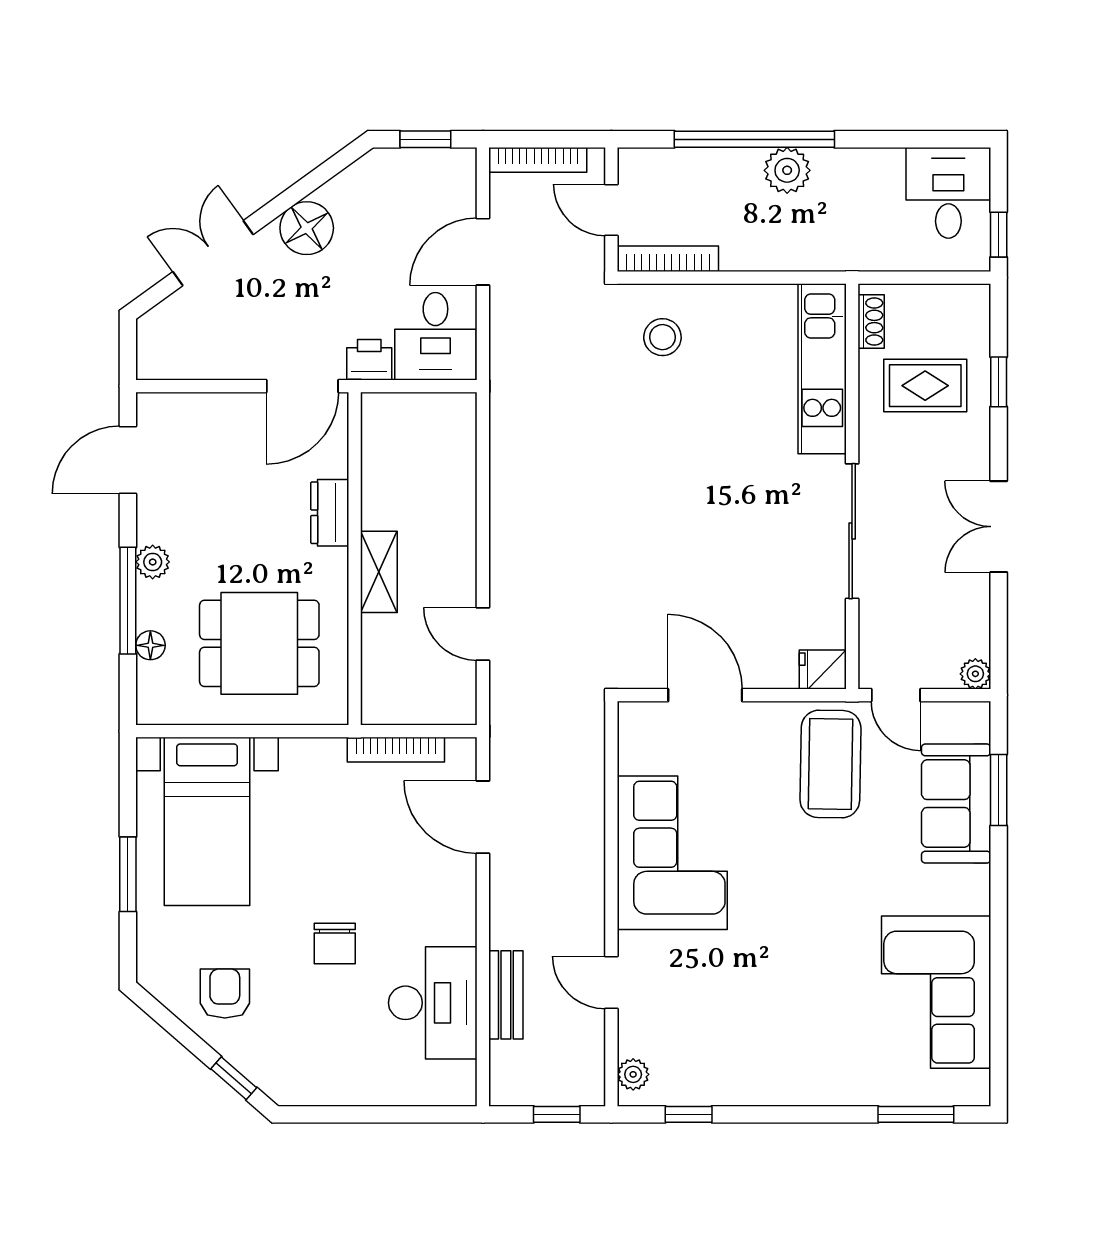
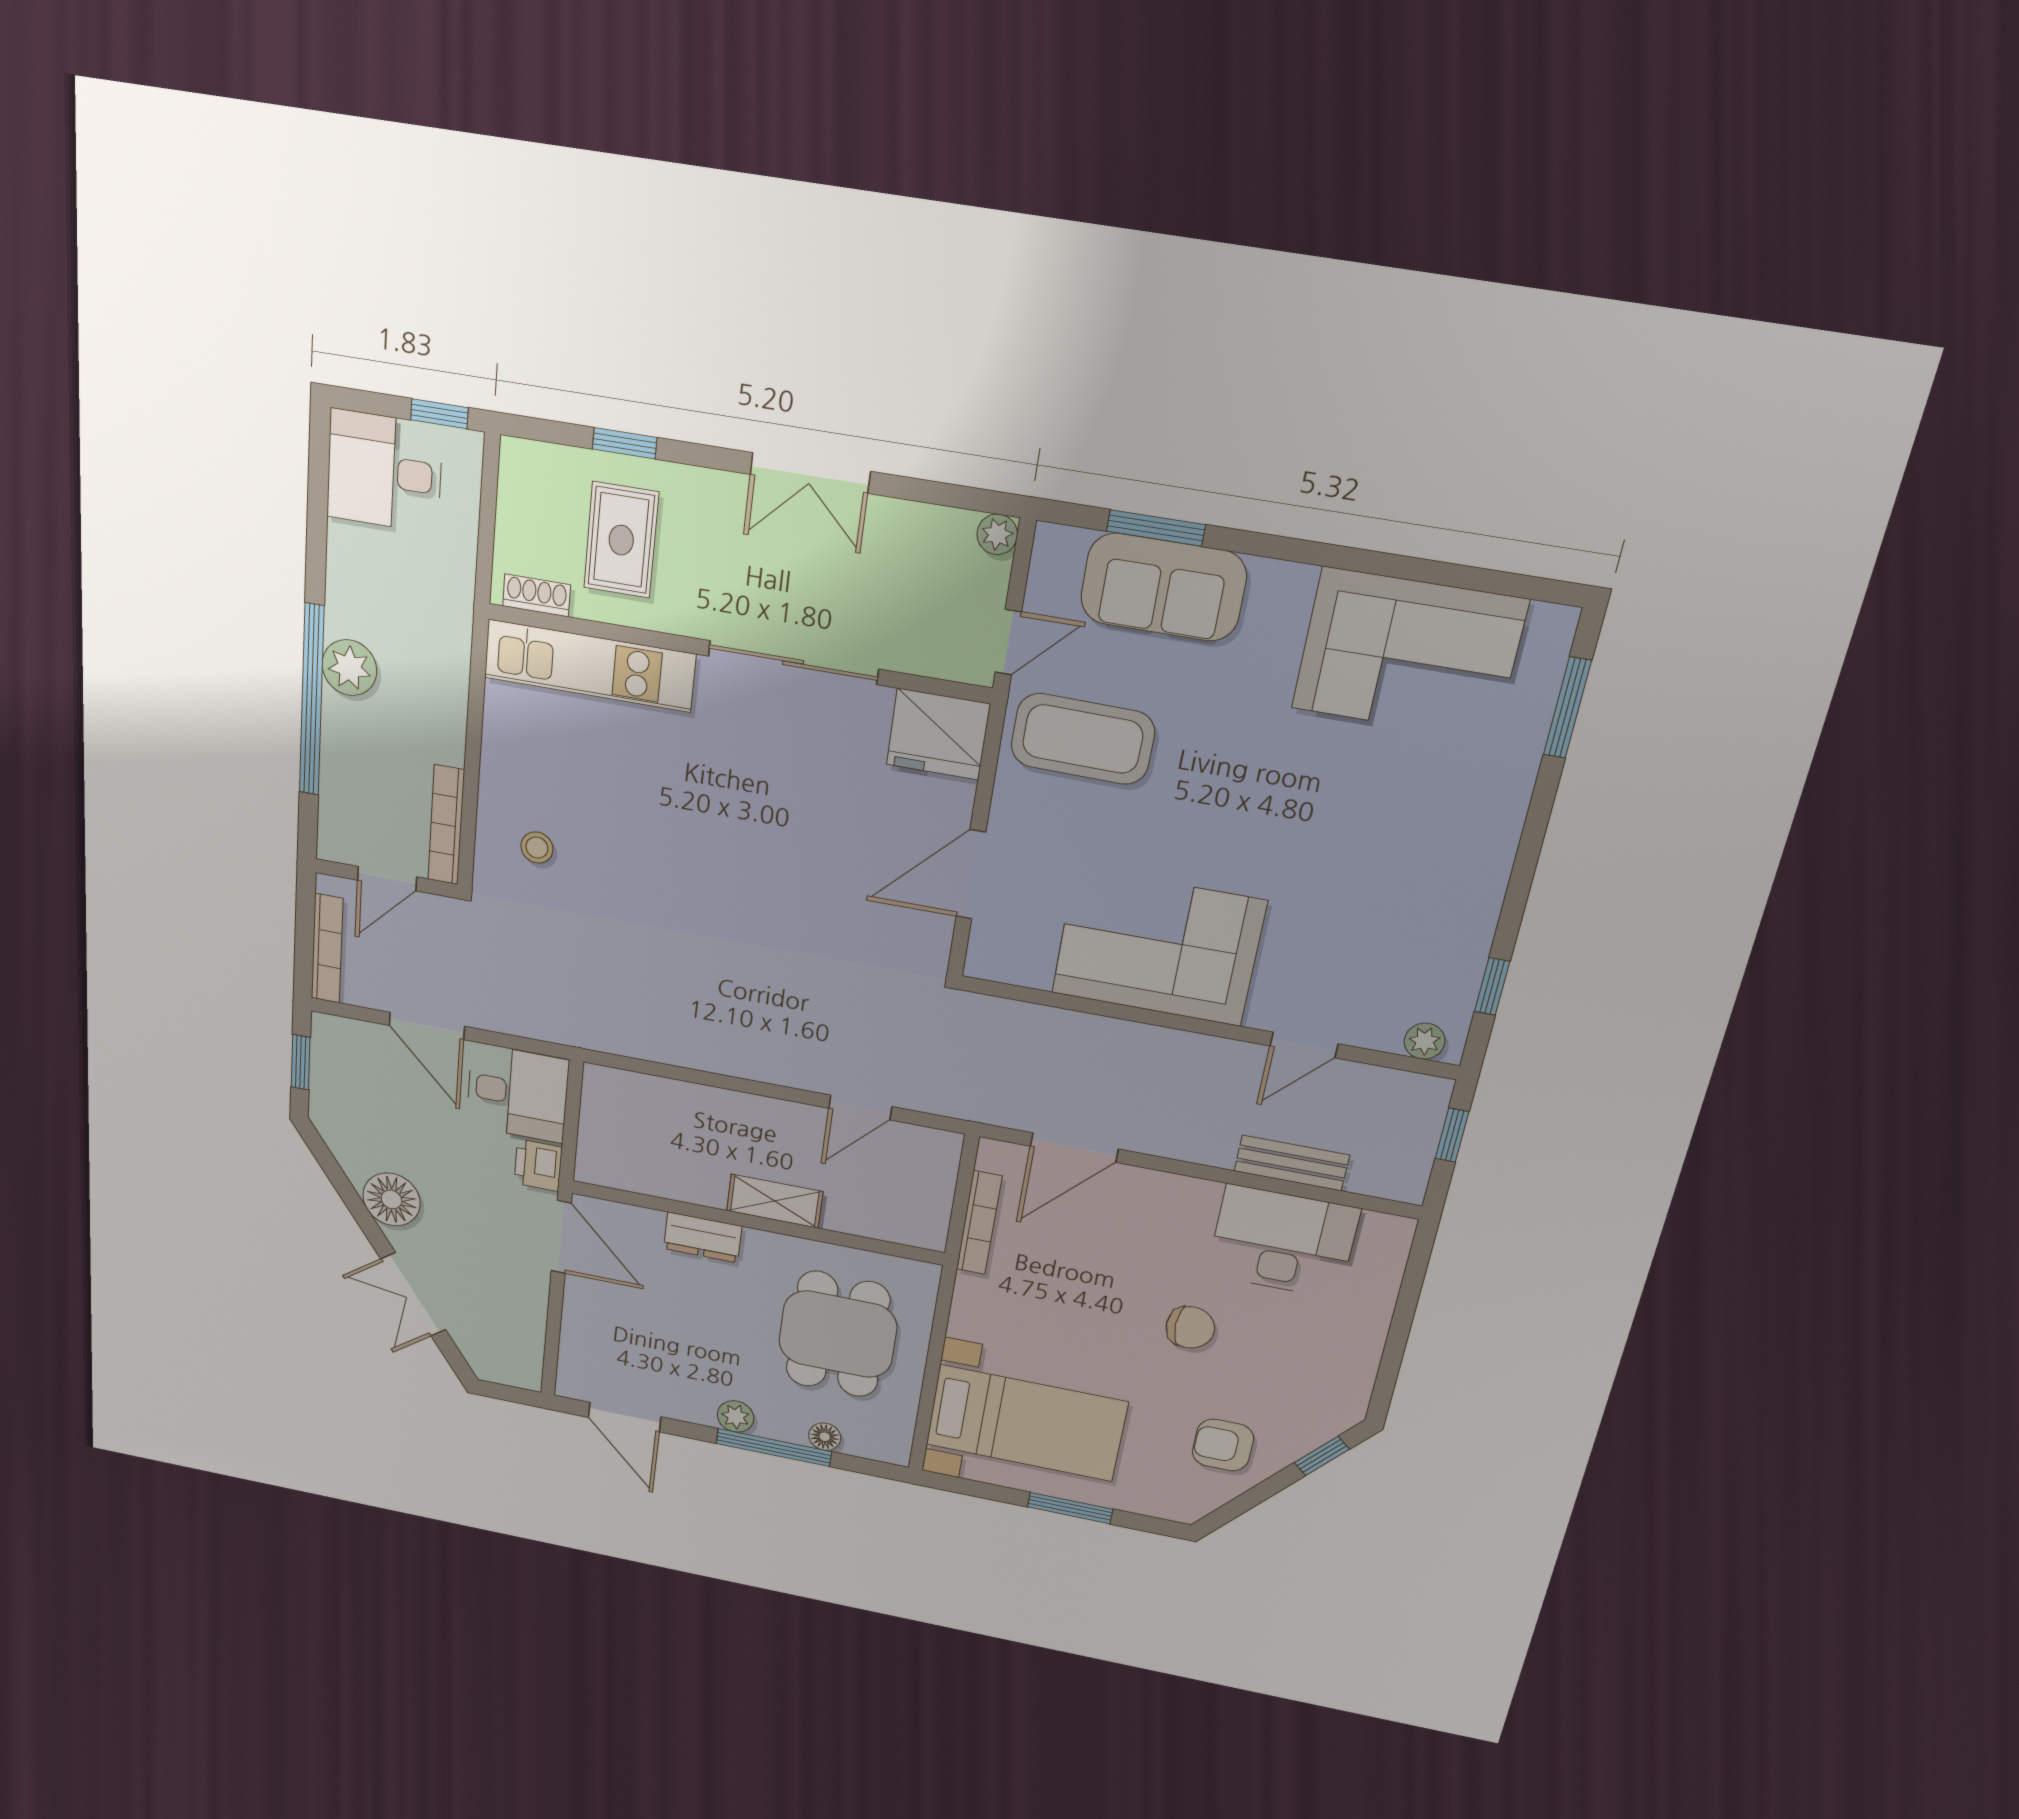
stool: (662, 337) -> (537, 848), width x0.73, depth x0.73
fridge: (823, 669) -> (938, 734), width x1.88, depth x1.34

